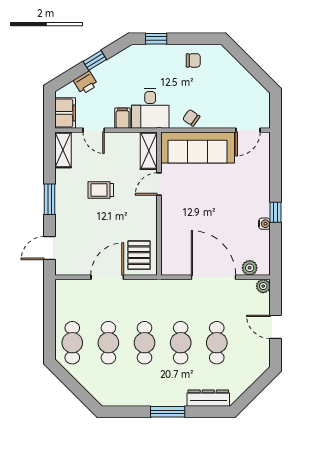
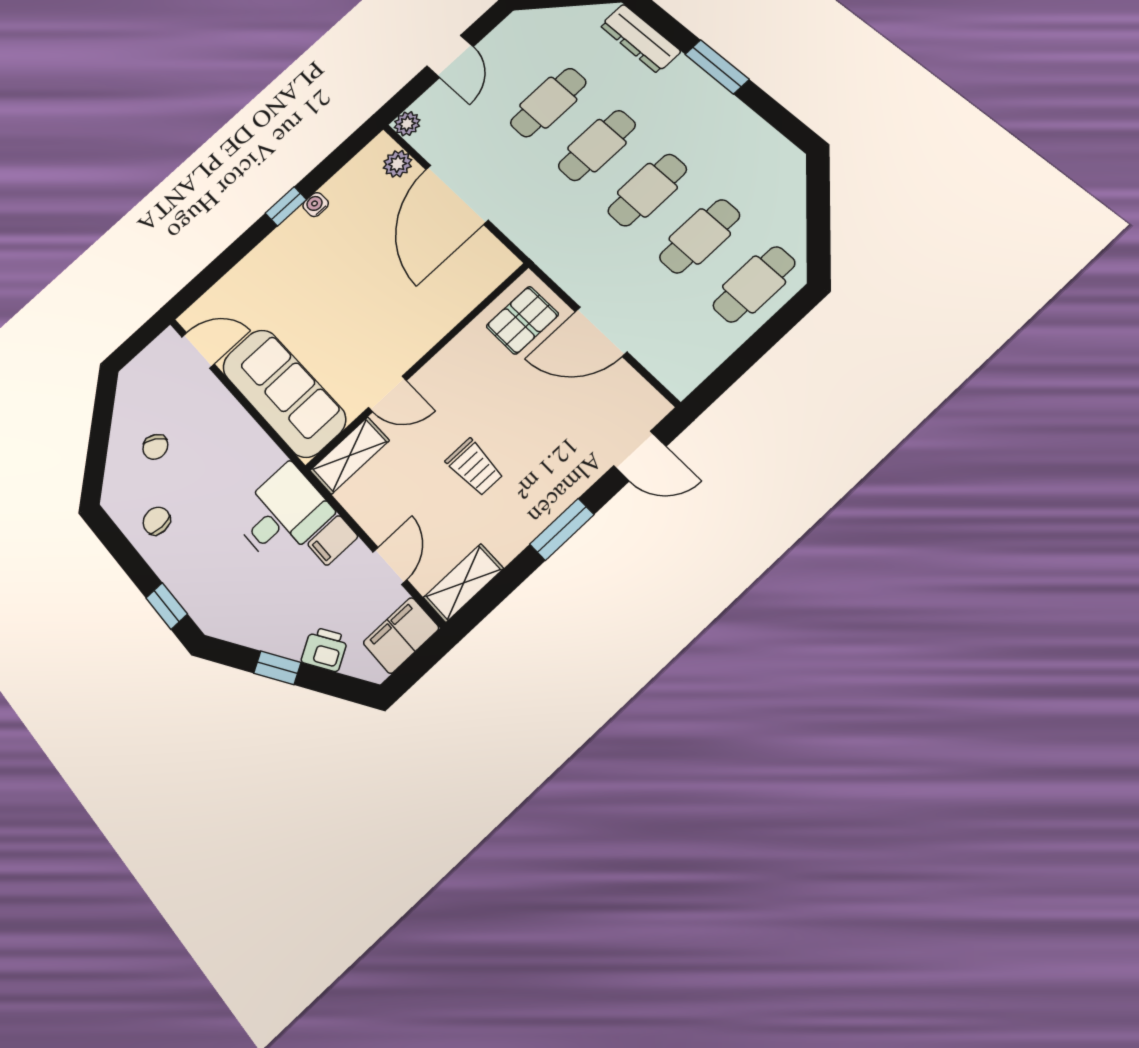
chair: (191, 118) -> (155, 447), moved

